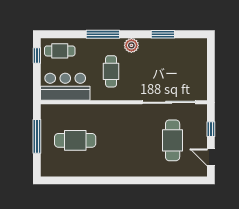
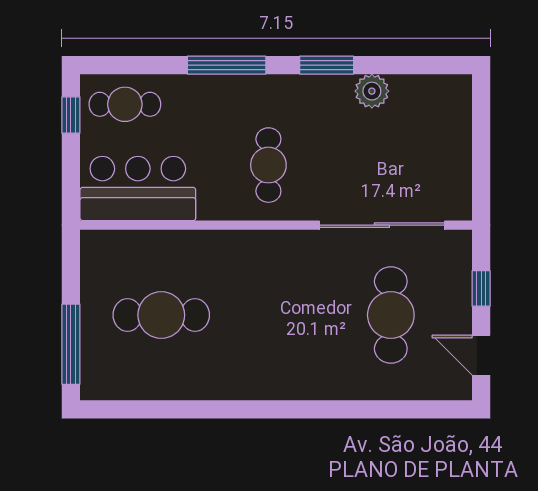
window: (163, 34) -> (327, 65), moved
plant: (131, 45) -> (372, 91), moved
cafe table: (111, 71) -> (268, 165), moved
window: (37, 136) -> (71, 344), moved

